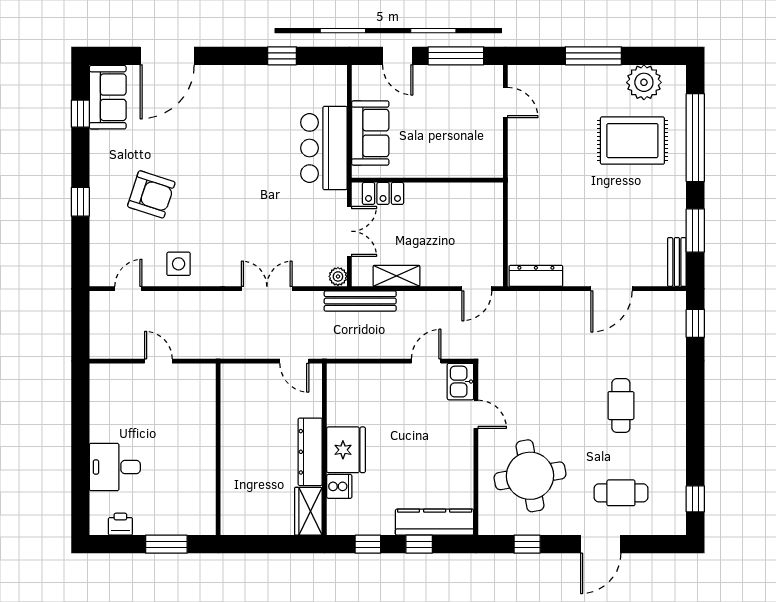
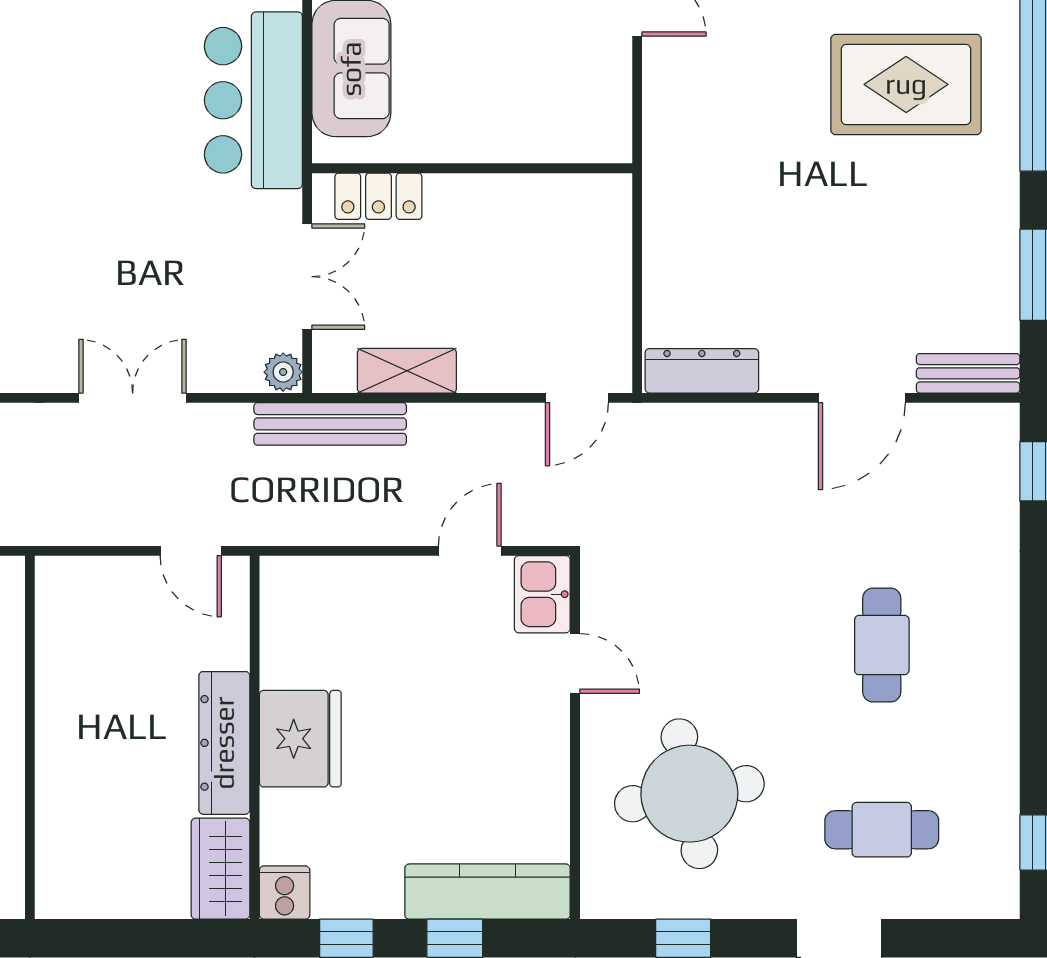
bench: (677, 262) -> (968, 373), moved, turned 90
cooker: (339, 486) -> (285, 893), moved, turned -90

